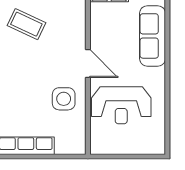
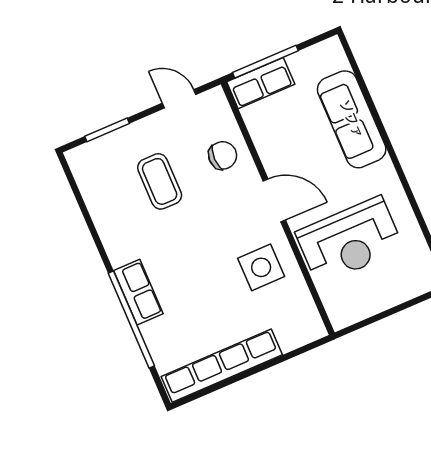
coffee table: (26, 24) -> (160, 181), turned 65
chair: (69, 25) -> (223, 155), added

